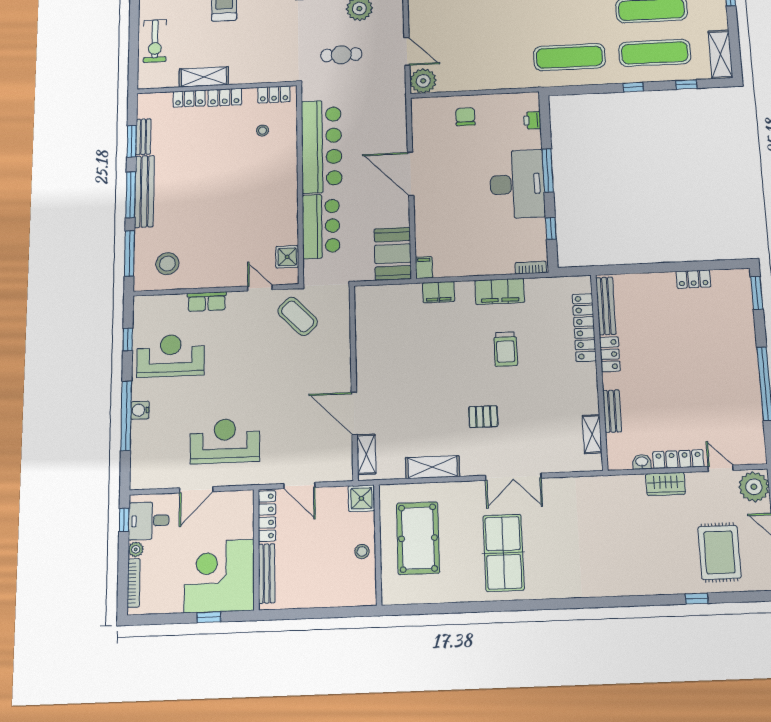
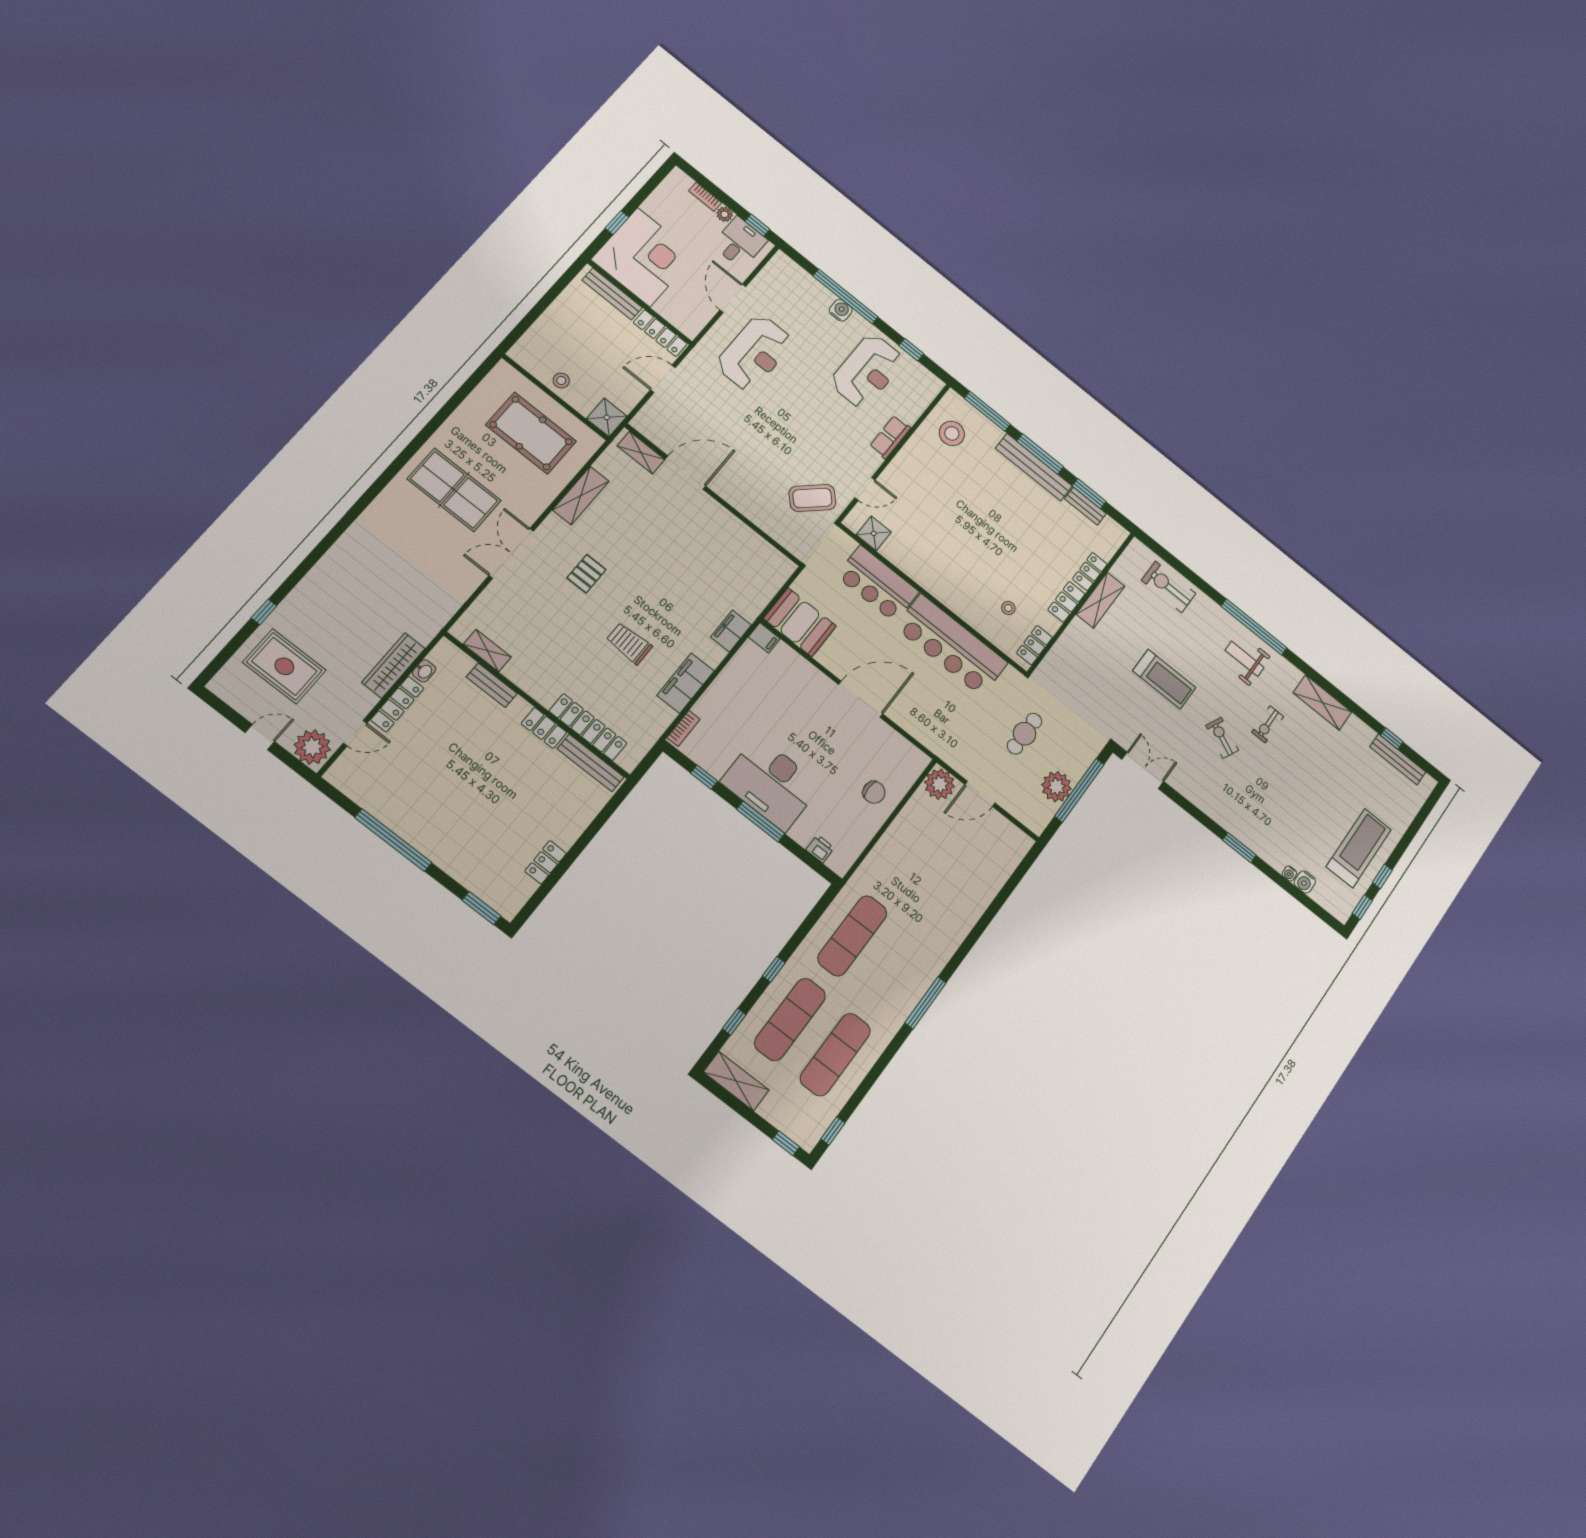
wardrobe: (665, 484) -> (393, 665), width x1.50
bookcase: (134, 583) -> (705, 197), width x0.64

